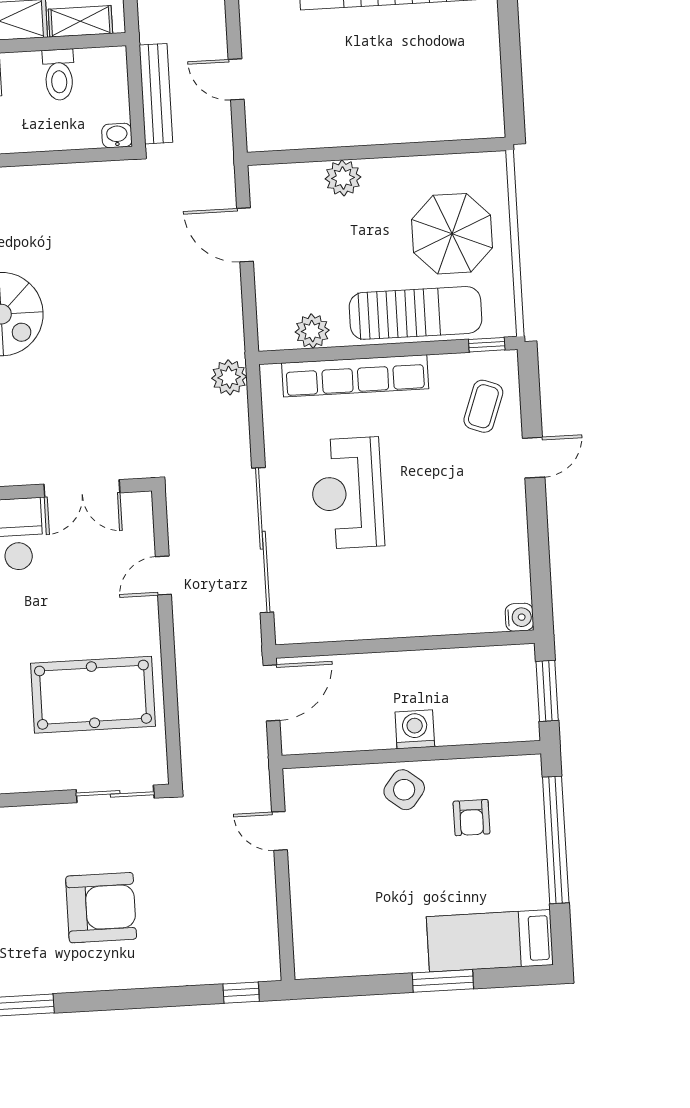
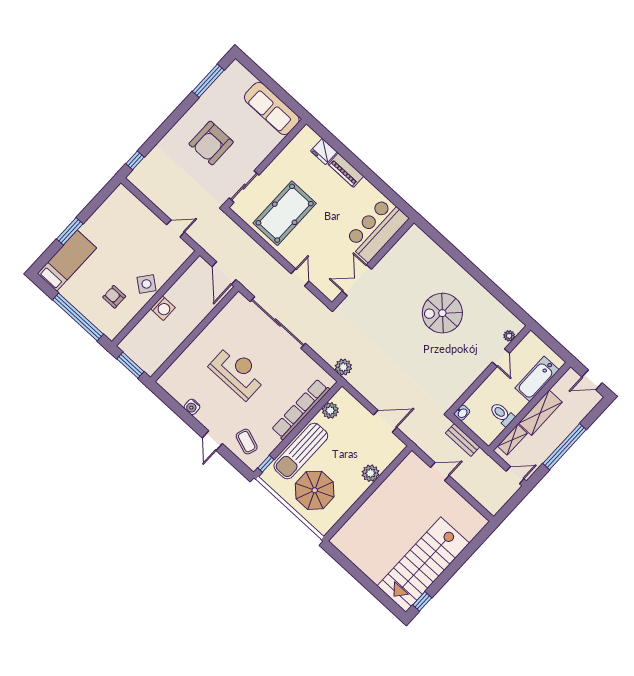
bench: (156, 94) -> (463, 440), width x0.73
reception desk: (347, 493) -> (238, 372), moved
water cooler: (519, 617) -> (192, 407), moved

